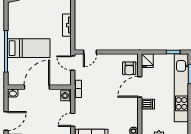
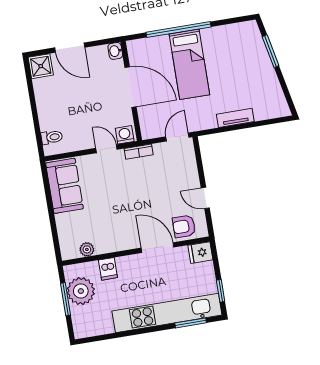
door: (90, 52) -> (205, 198), moved
dishwasher: (148, 104) -> (108, 269), moved
door: (73, 120) -> (106, 149), moved

